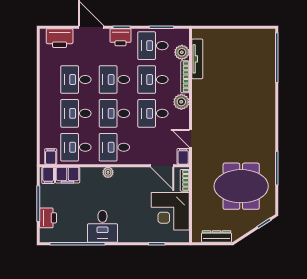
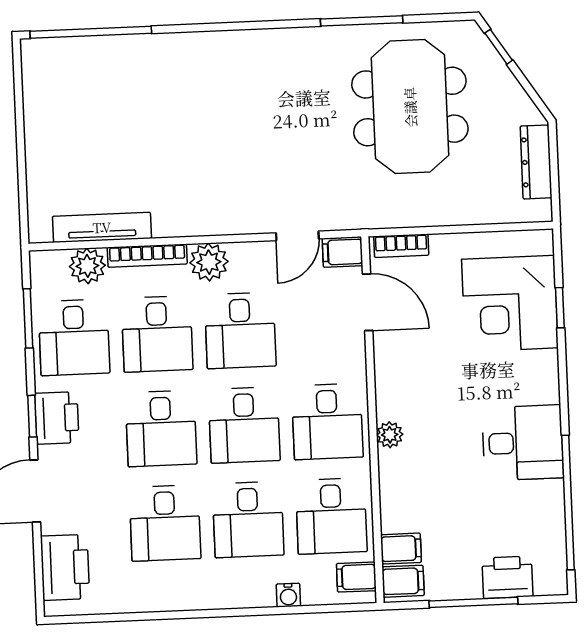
water cooler: (44, 128) -> (288, 595), added
door: (162, 166) -> (368, 302), hinge flipped
filing cabinet: (68, 175) -> (401, 549), width x0.50
corner desk: (170, 211) -> (510, 304), moved, turned 90

